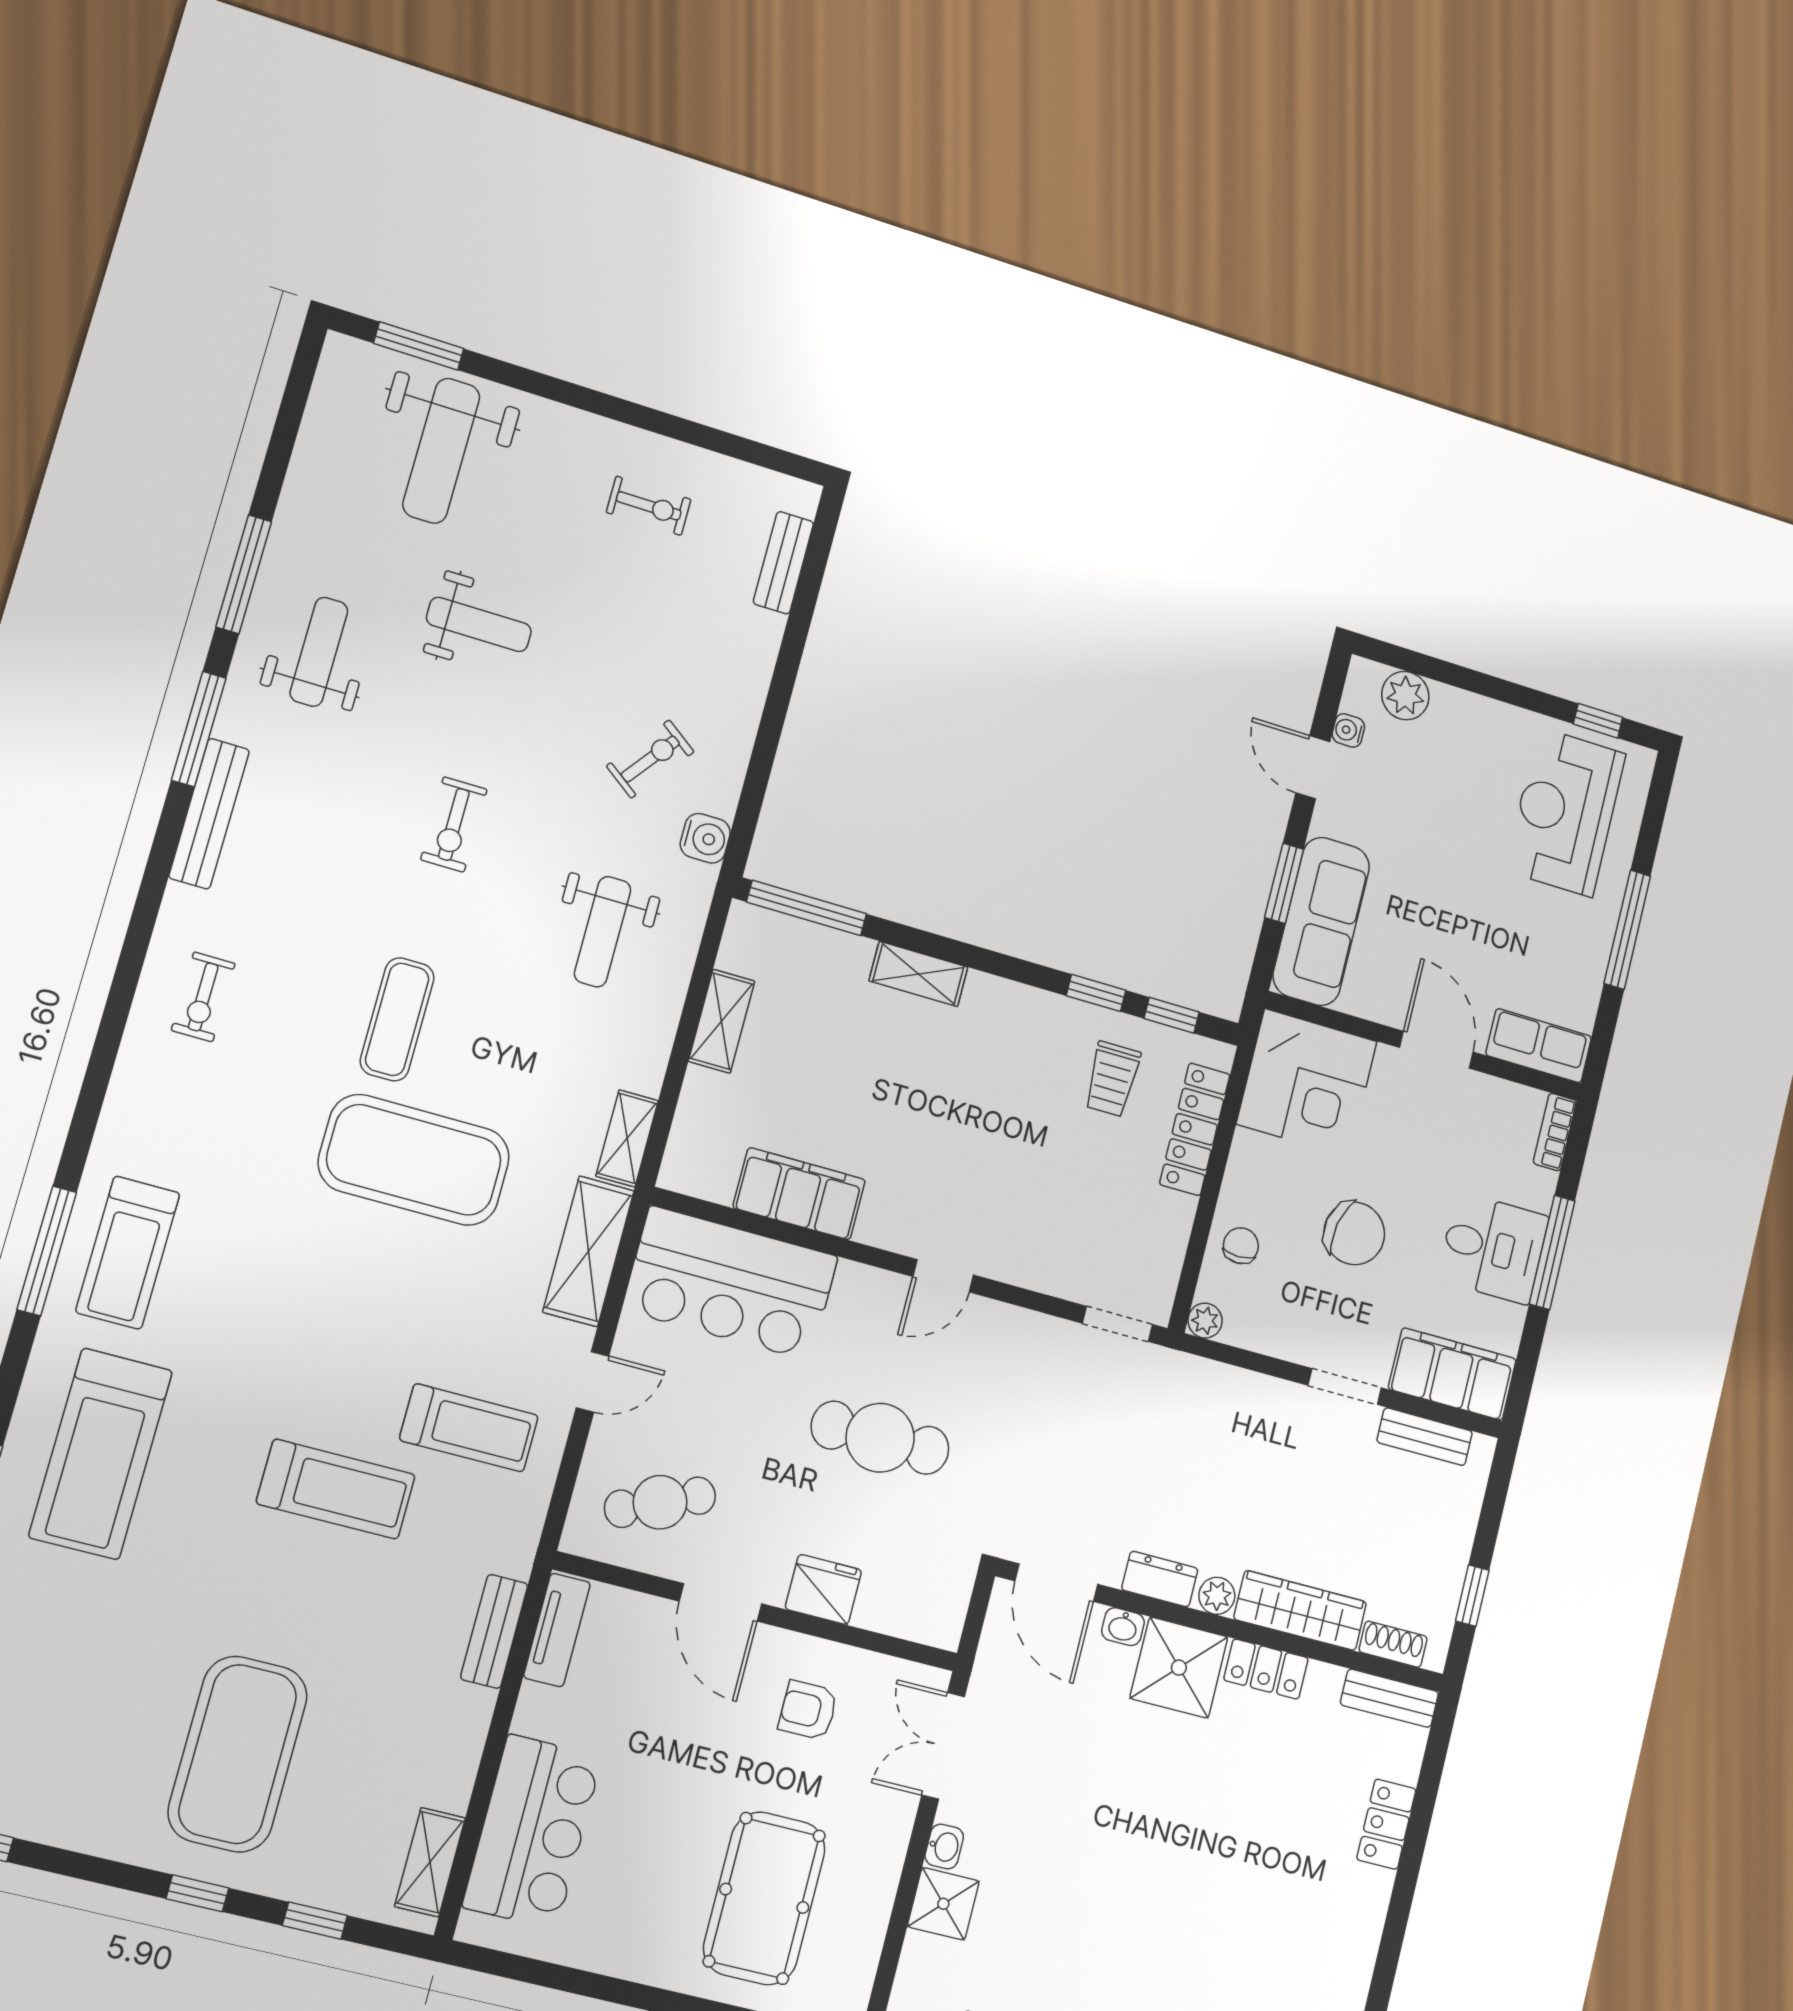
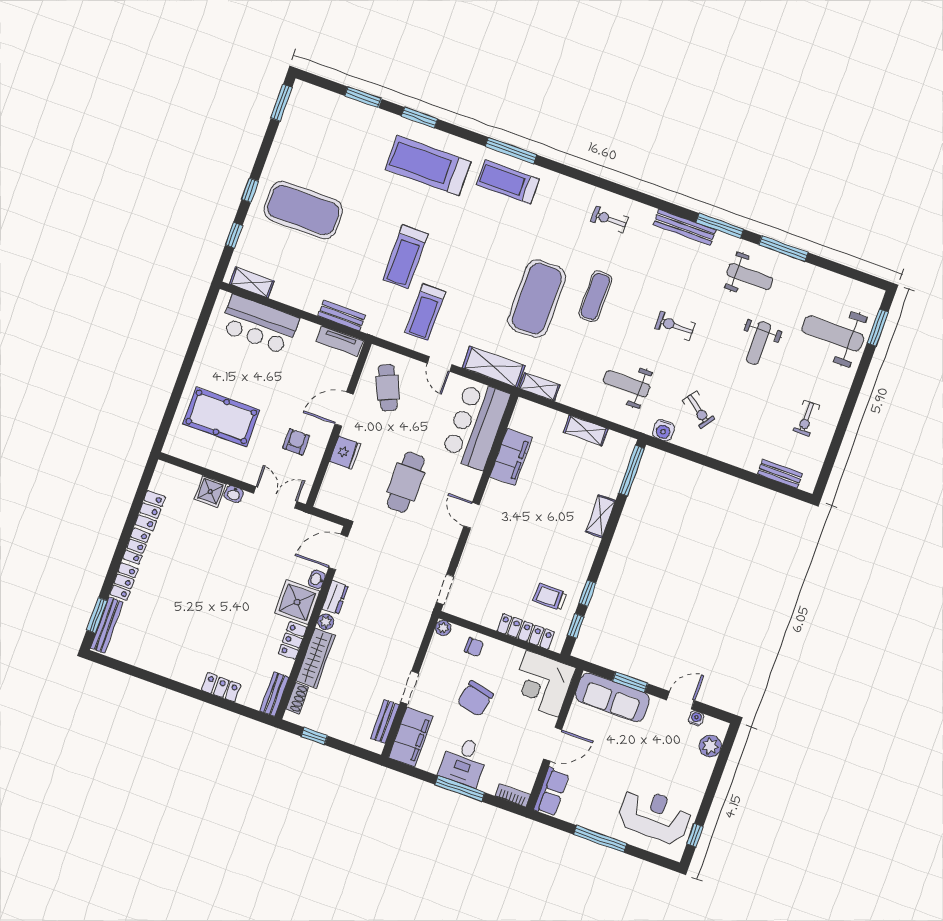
exercise mat: (397, 1019) -> (595, 296), turned 90

